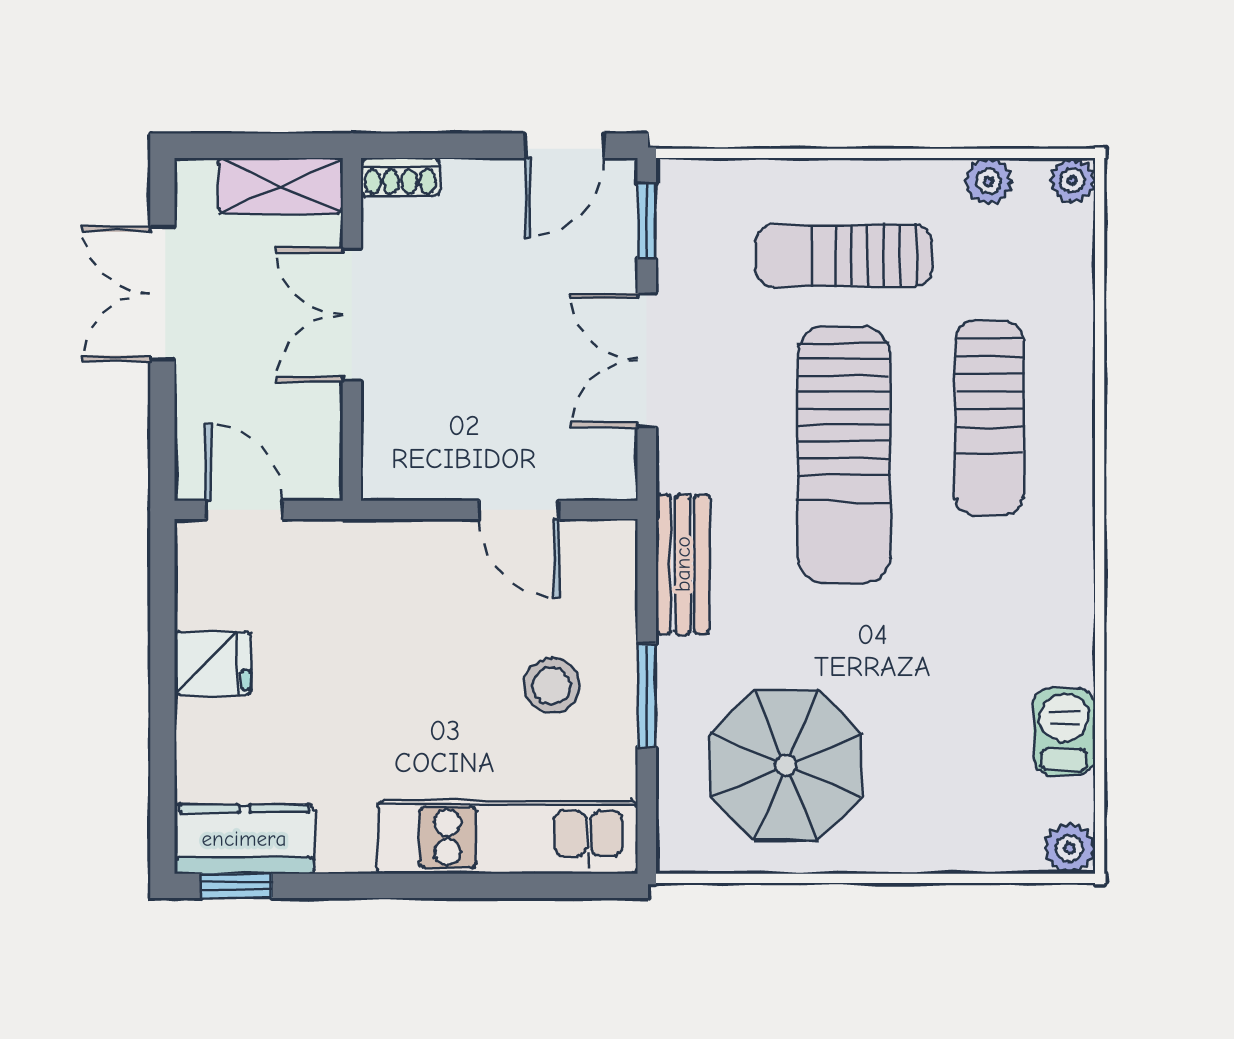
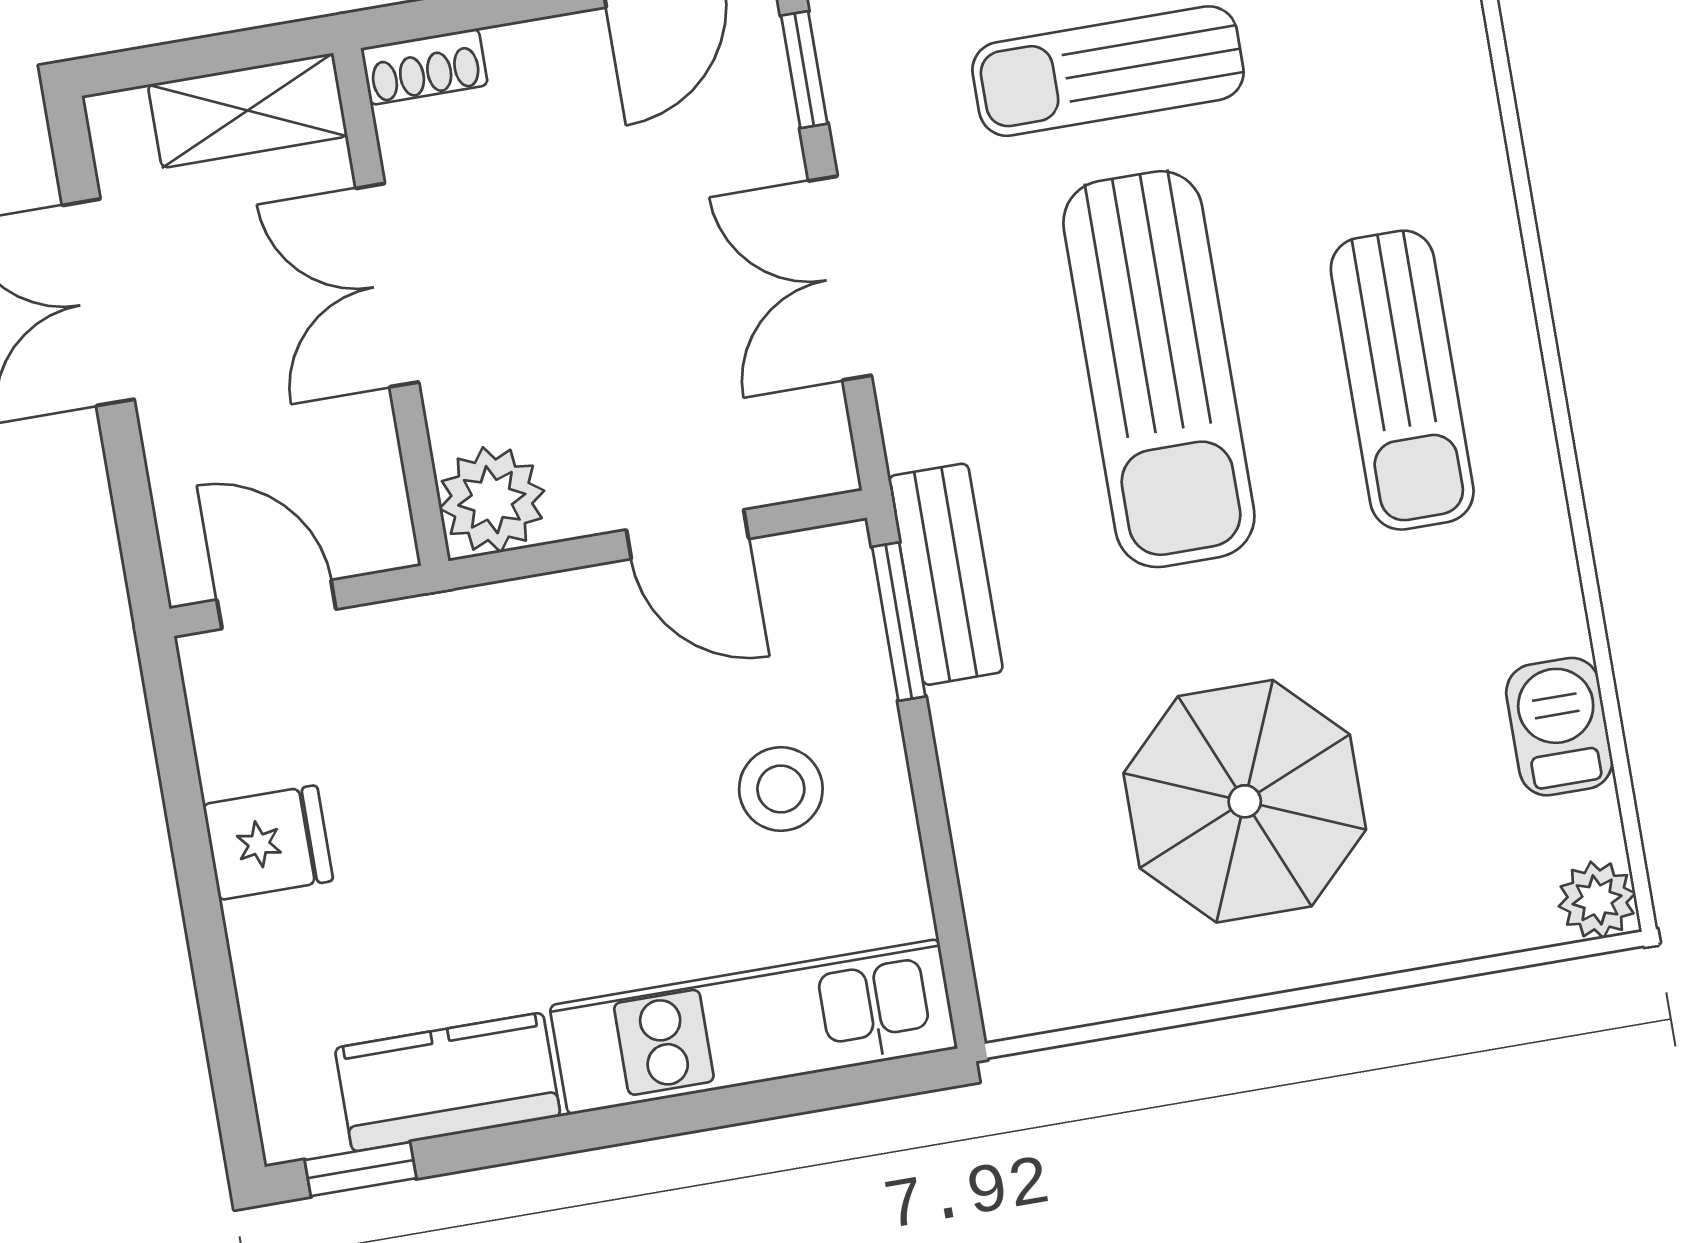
sun lounger: (989, 418) -> (1402, 380), moved
plant: (396, 466) -> (492, 500), added
window: (647, 696) -> (899, 622), moved
parasol: (786, 765) -> (1245, 801), moved
kitchen counter: (244, 839) -> (448, 1082), moved

